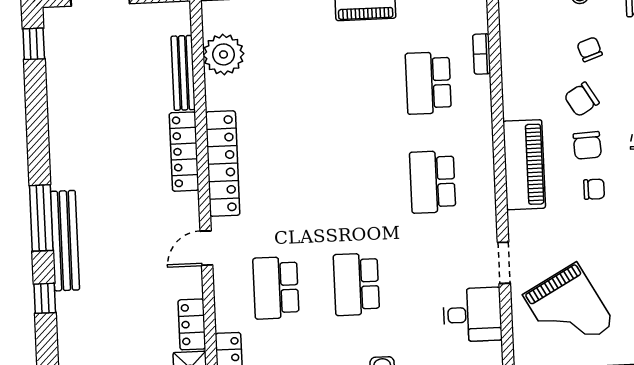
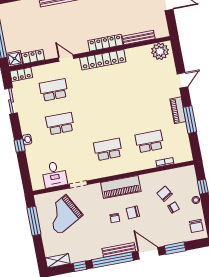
plant: (224, 54) -> (160, 51), moved
chair: (582, 99) -> (165, 194), moved

